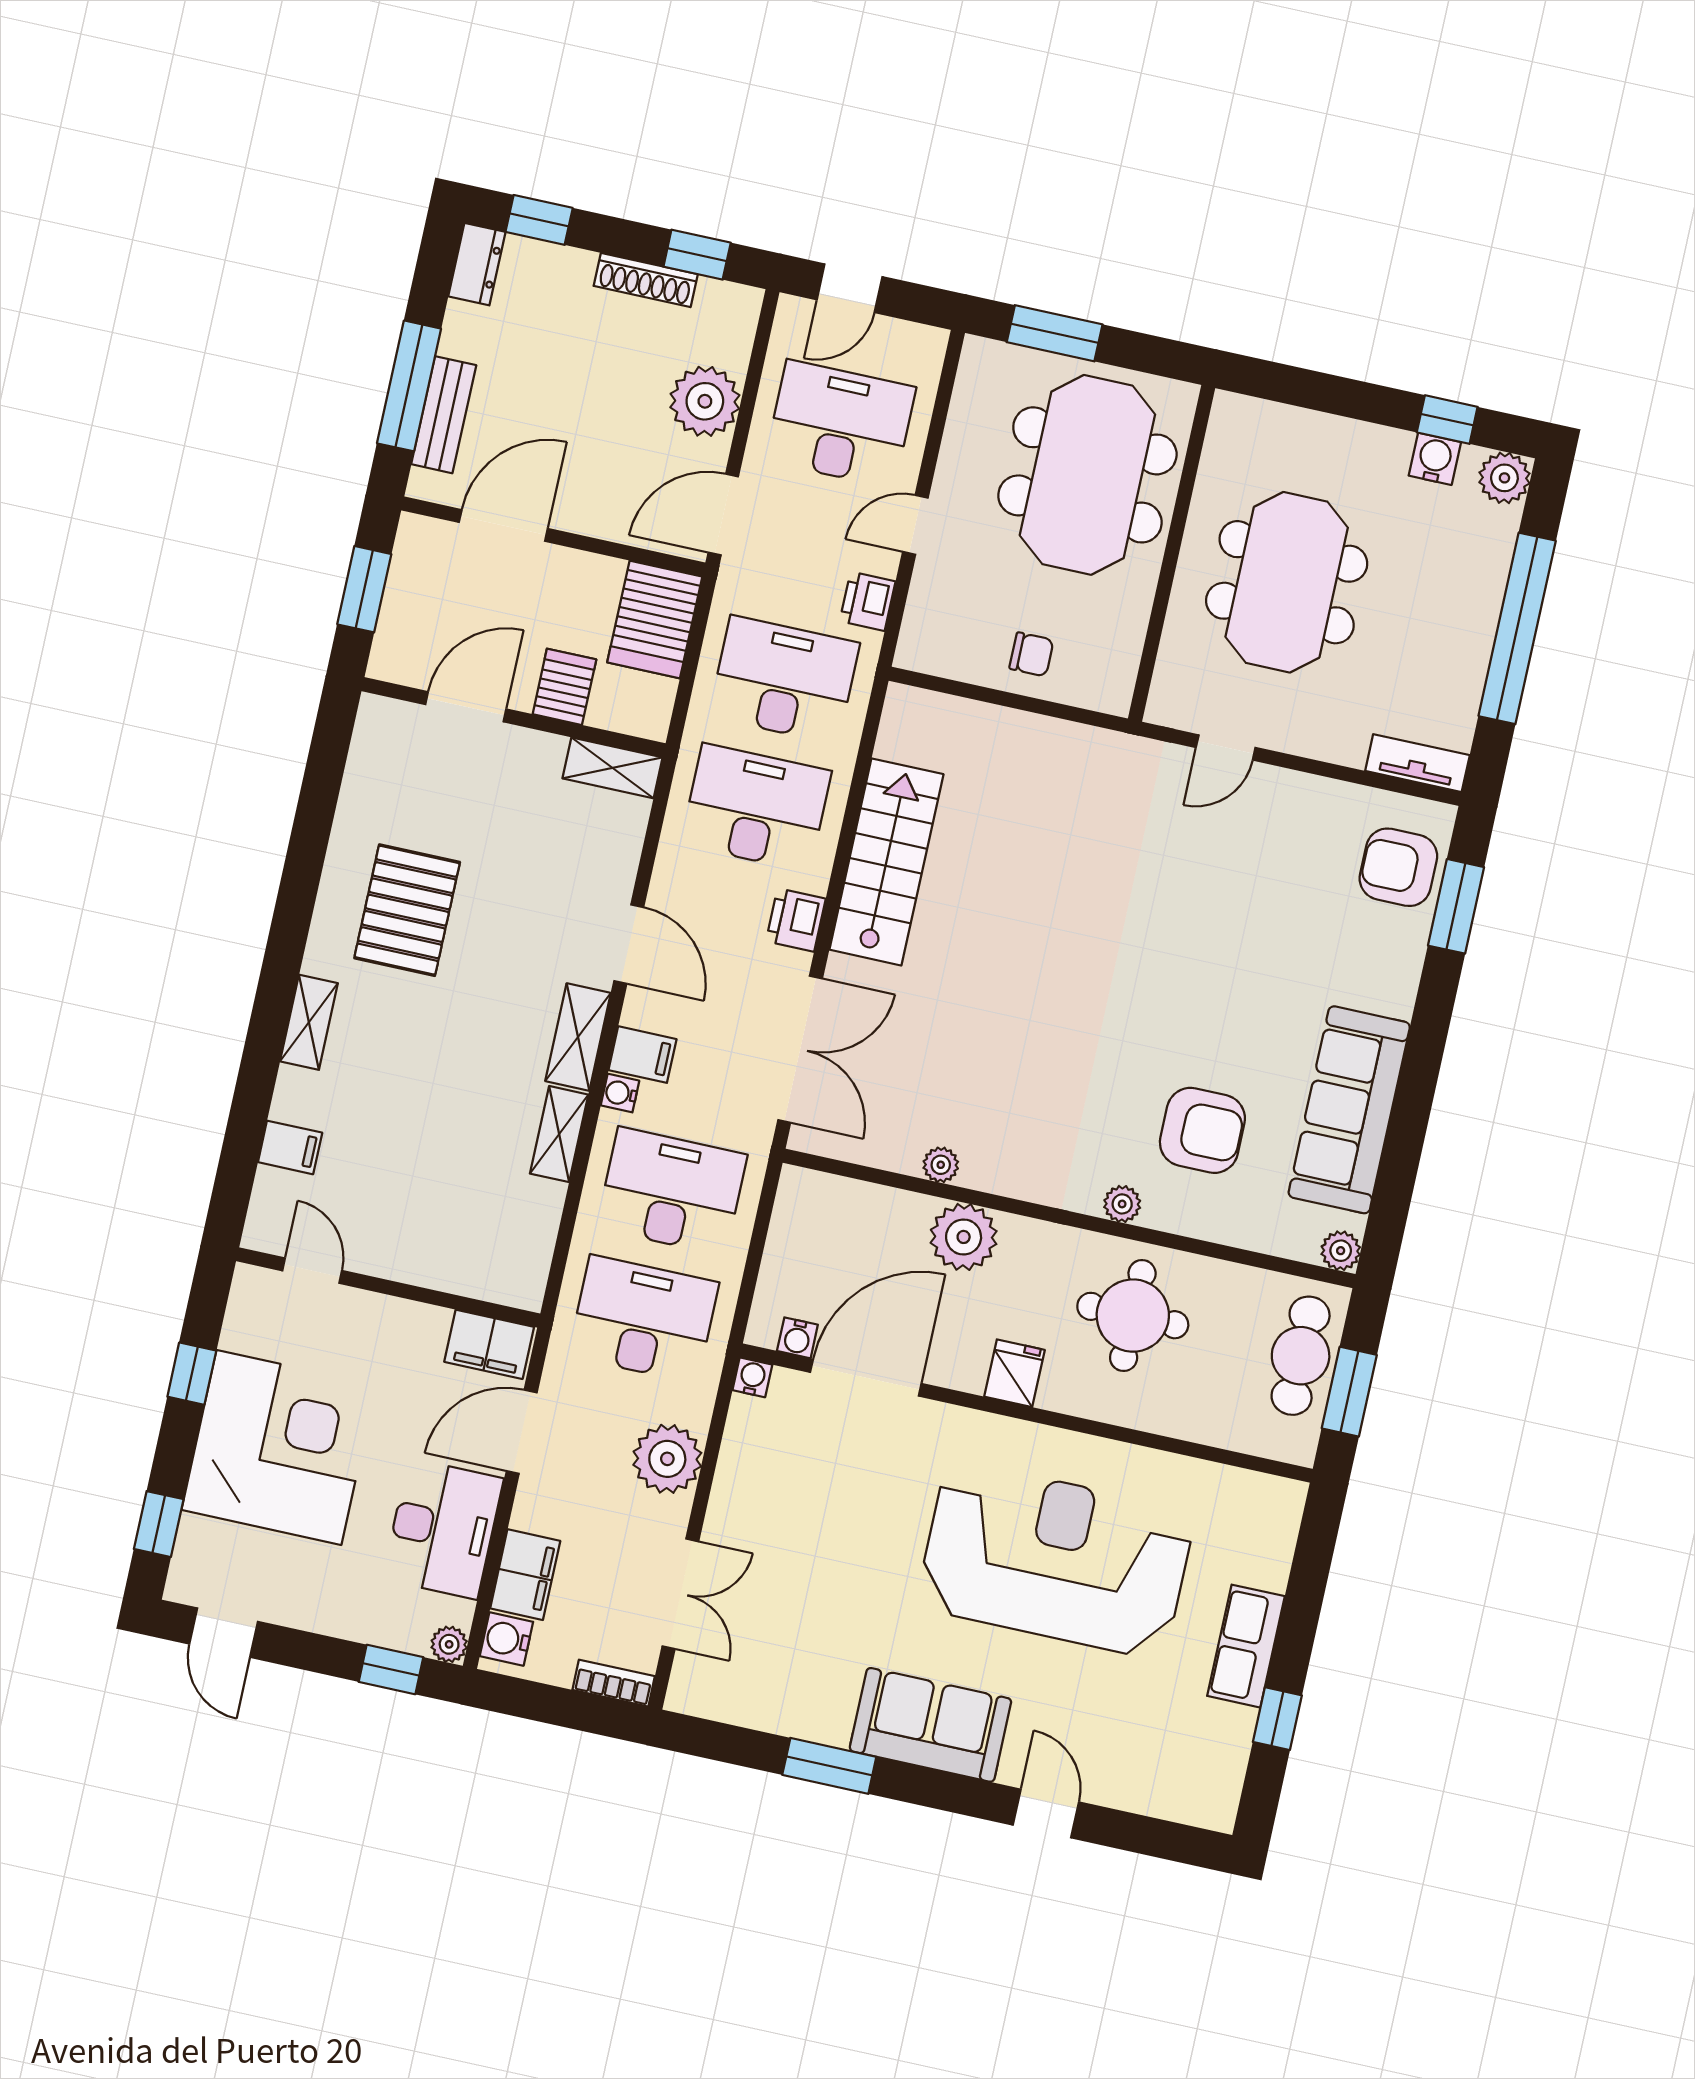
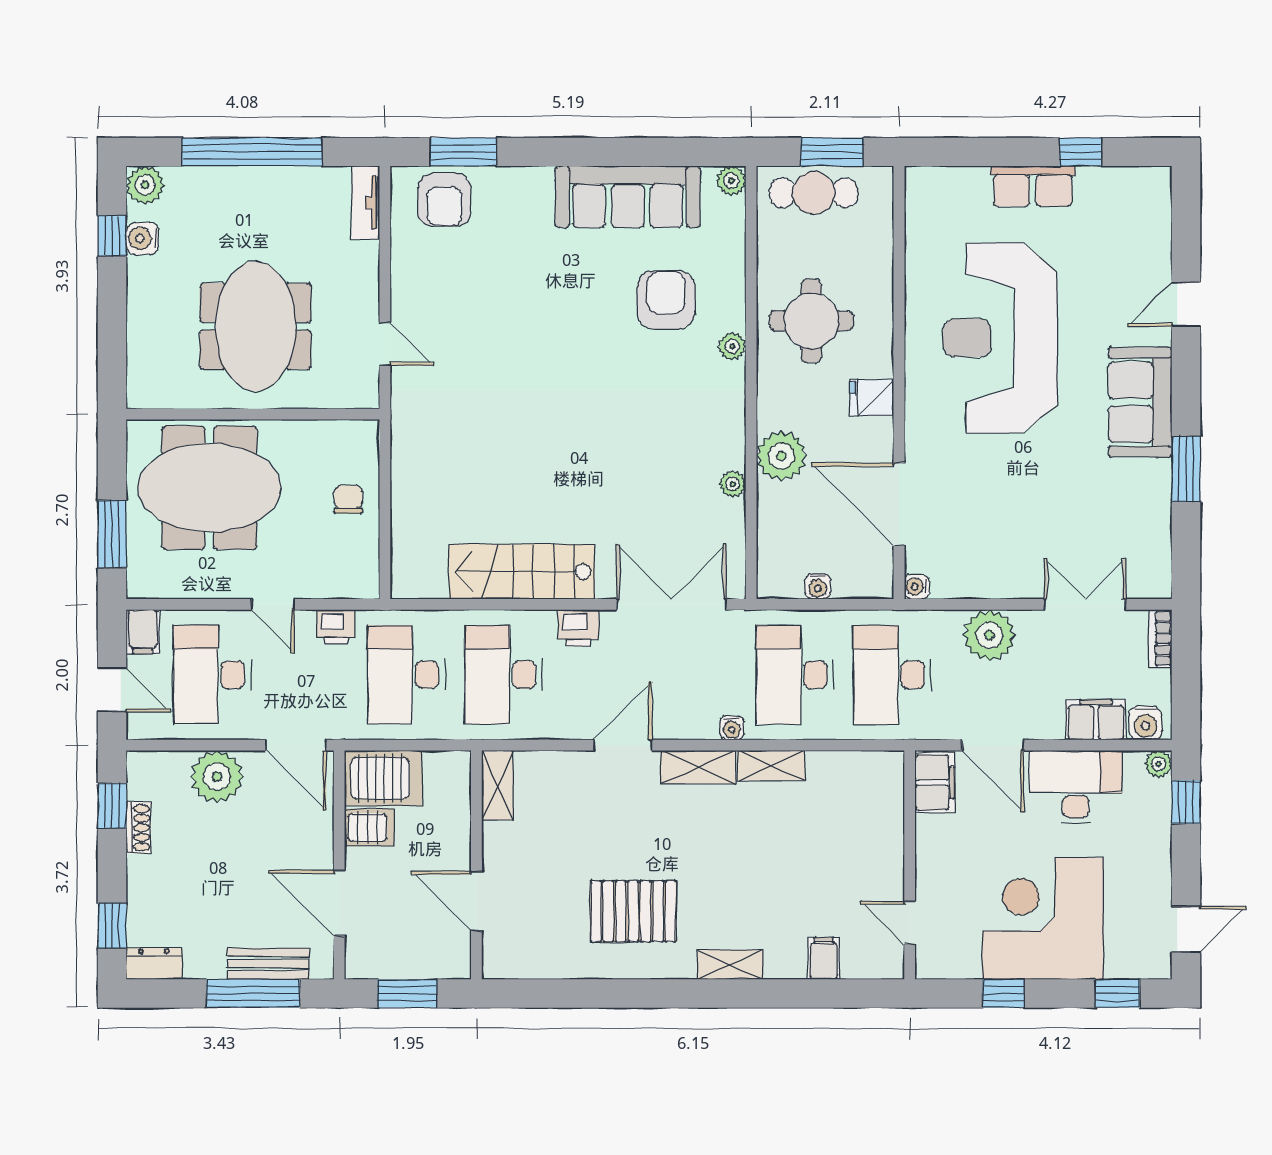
shoe rack: (646, 280) -> (139, 828), width x0.70
meeting table: (1287, 582) -> (255, 326), turned 90
server rack: (564, 687) -> (369, 827), moved, turned 180
filing cabinet: (643, 1055) -> (143, 632), moved, turned 180
door: (312, 1271) -> (910, 923), hinge flipped
water cooler: (797, 1338) -> (818, 586), moved, turned 90

